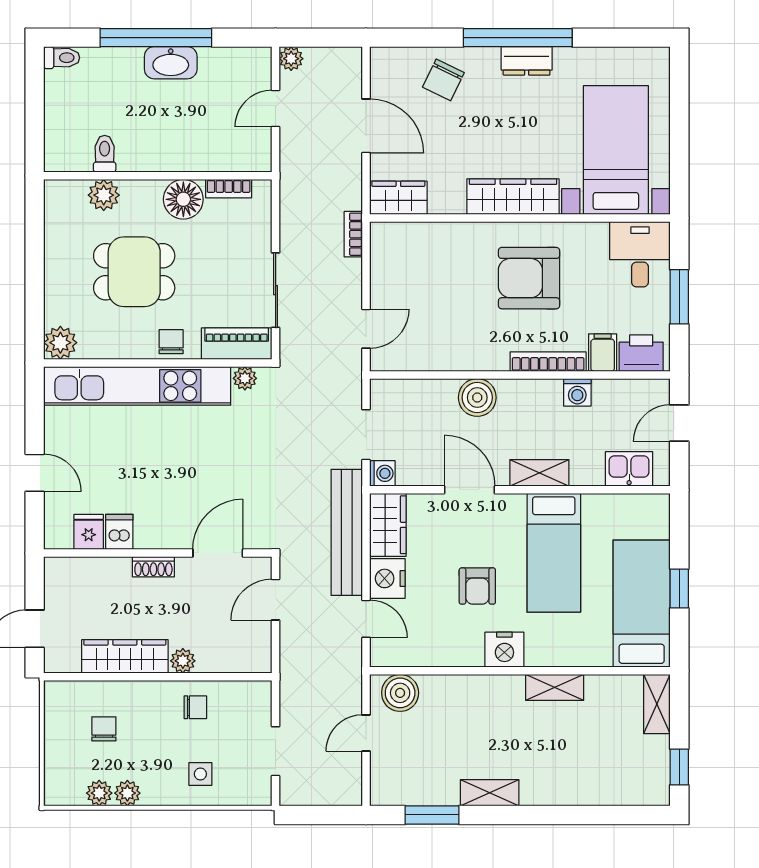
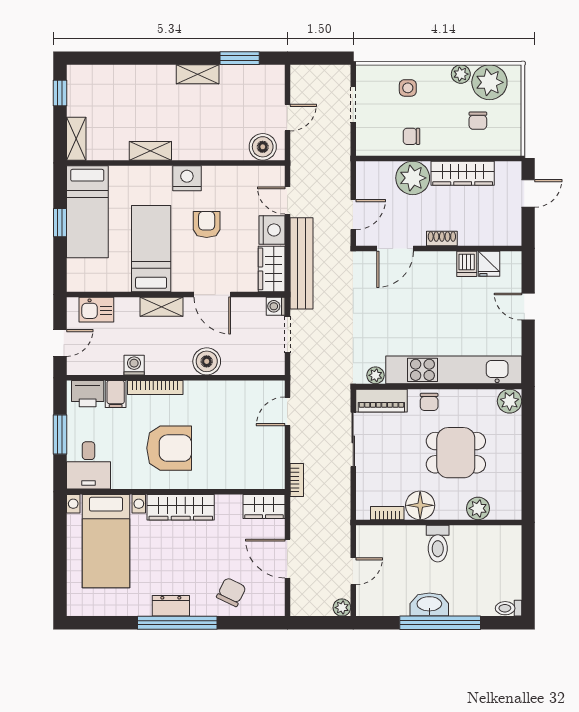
toilet: (105, 154) -> (438, 544), moved, width x1.37, depth x1.39
plant: (183, 661) -> (413, 178), width x1.87, depth x1.87
plant: (99, 793) -> (489, 82), width x1.87, depth x1.87

